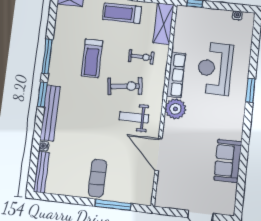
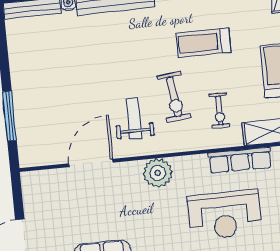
reception desk: (215, 68) -> (224, 215), turned 180
row of seats: (176, 75) -> (240, 160), moved
exercise mat: (97, 178) -> (41, 87), removed

